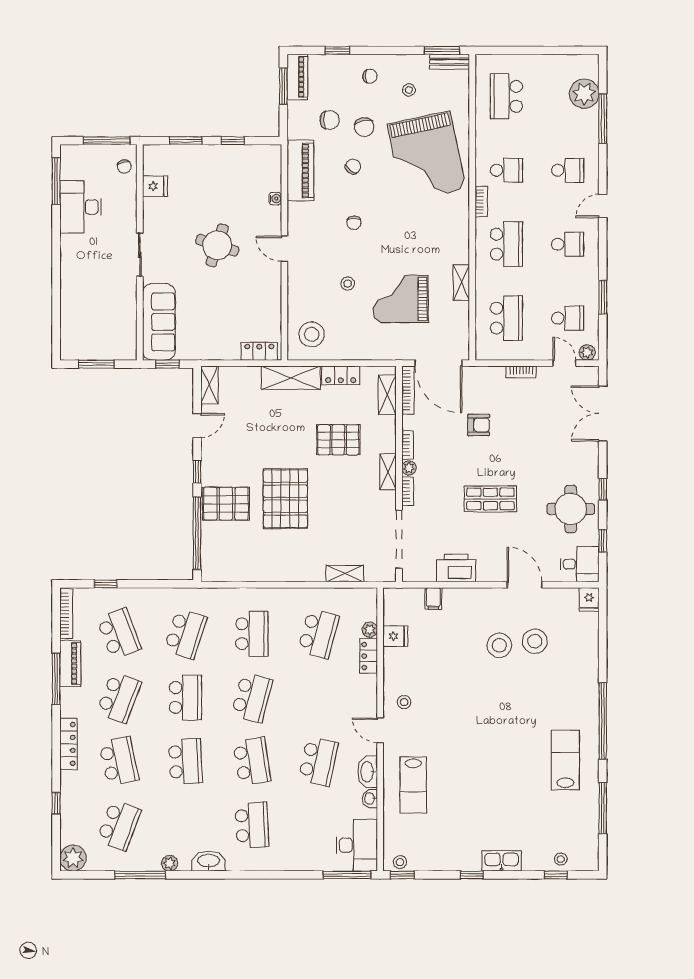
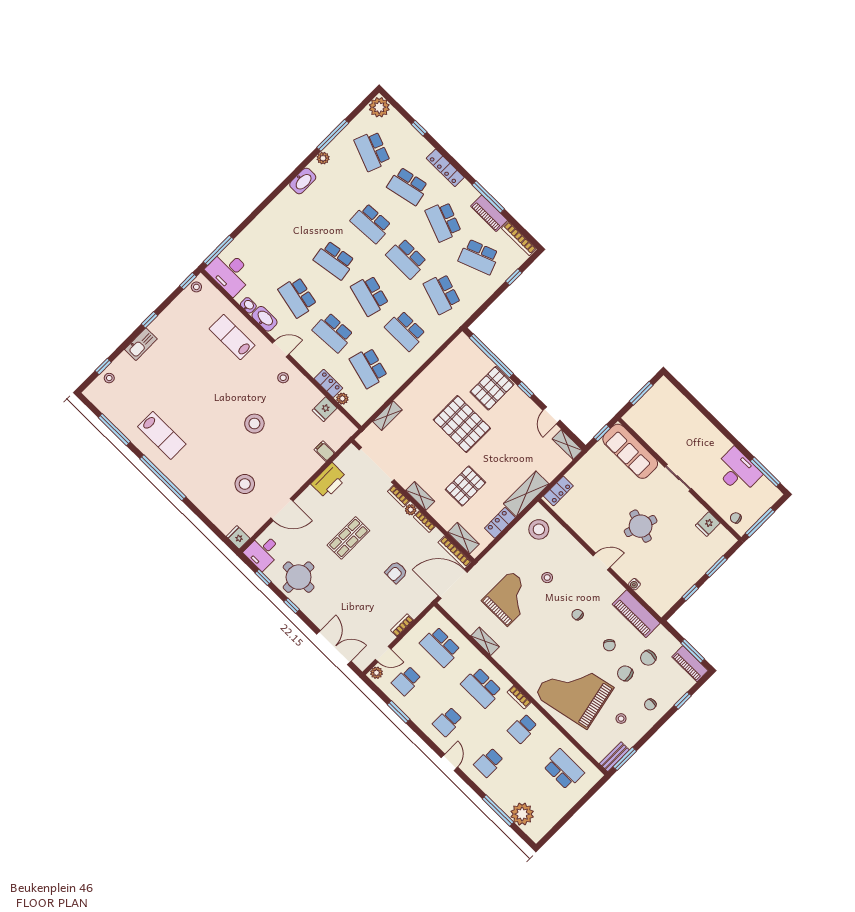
stool: (499, 645) -> (254, 424), moved
school desk: (252, 825) -> (333, 332), moved

